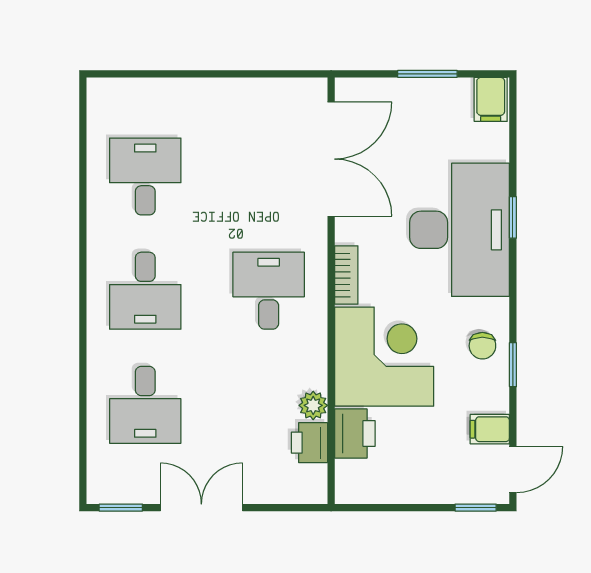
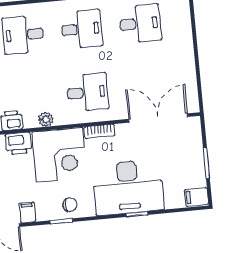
double door: (331, 159) -> (158, 118), swing flipped
desk: (145, 291) -> (82, 29), turned 180
chair: (482, 346) -> (70, 205), turned 180
plant: (313, 405) -> (46, 119), moved

